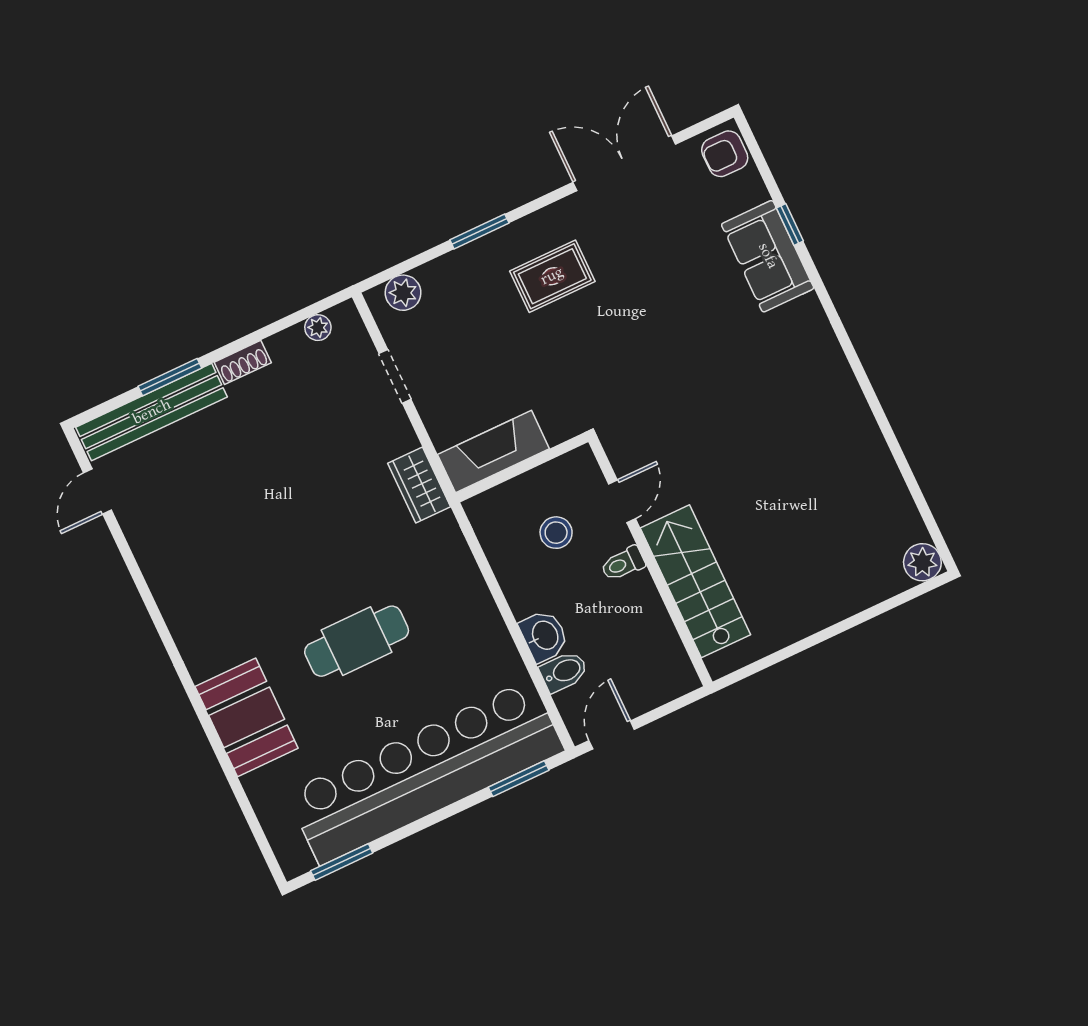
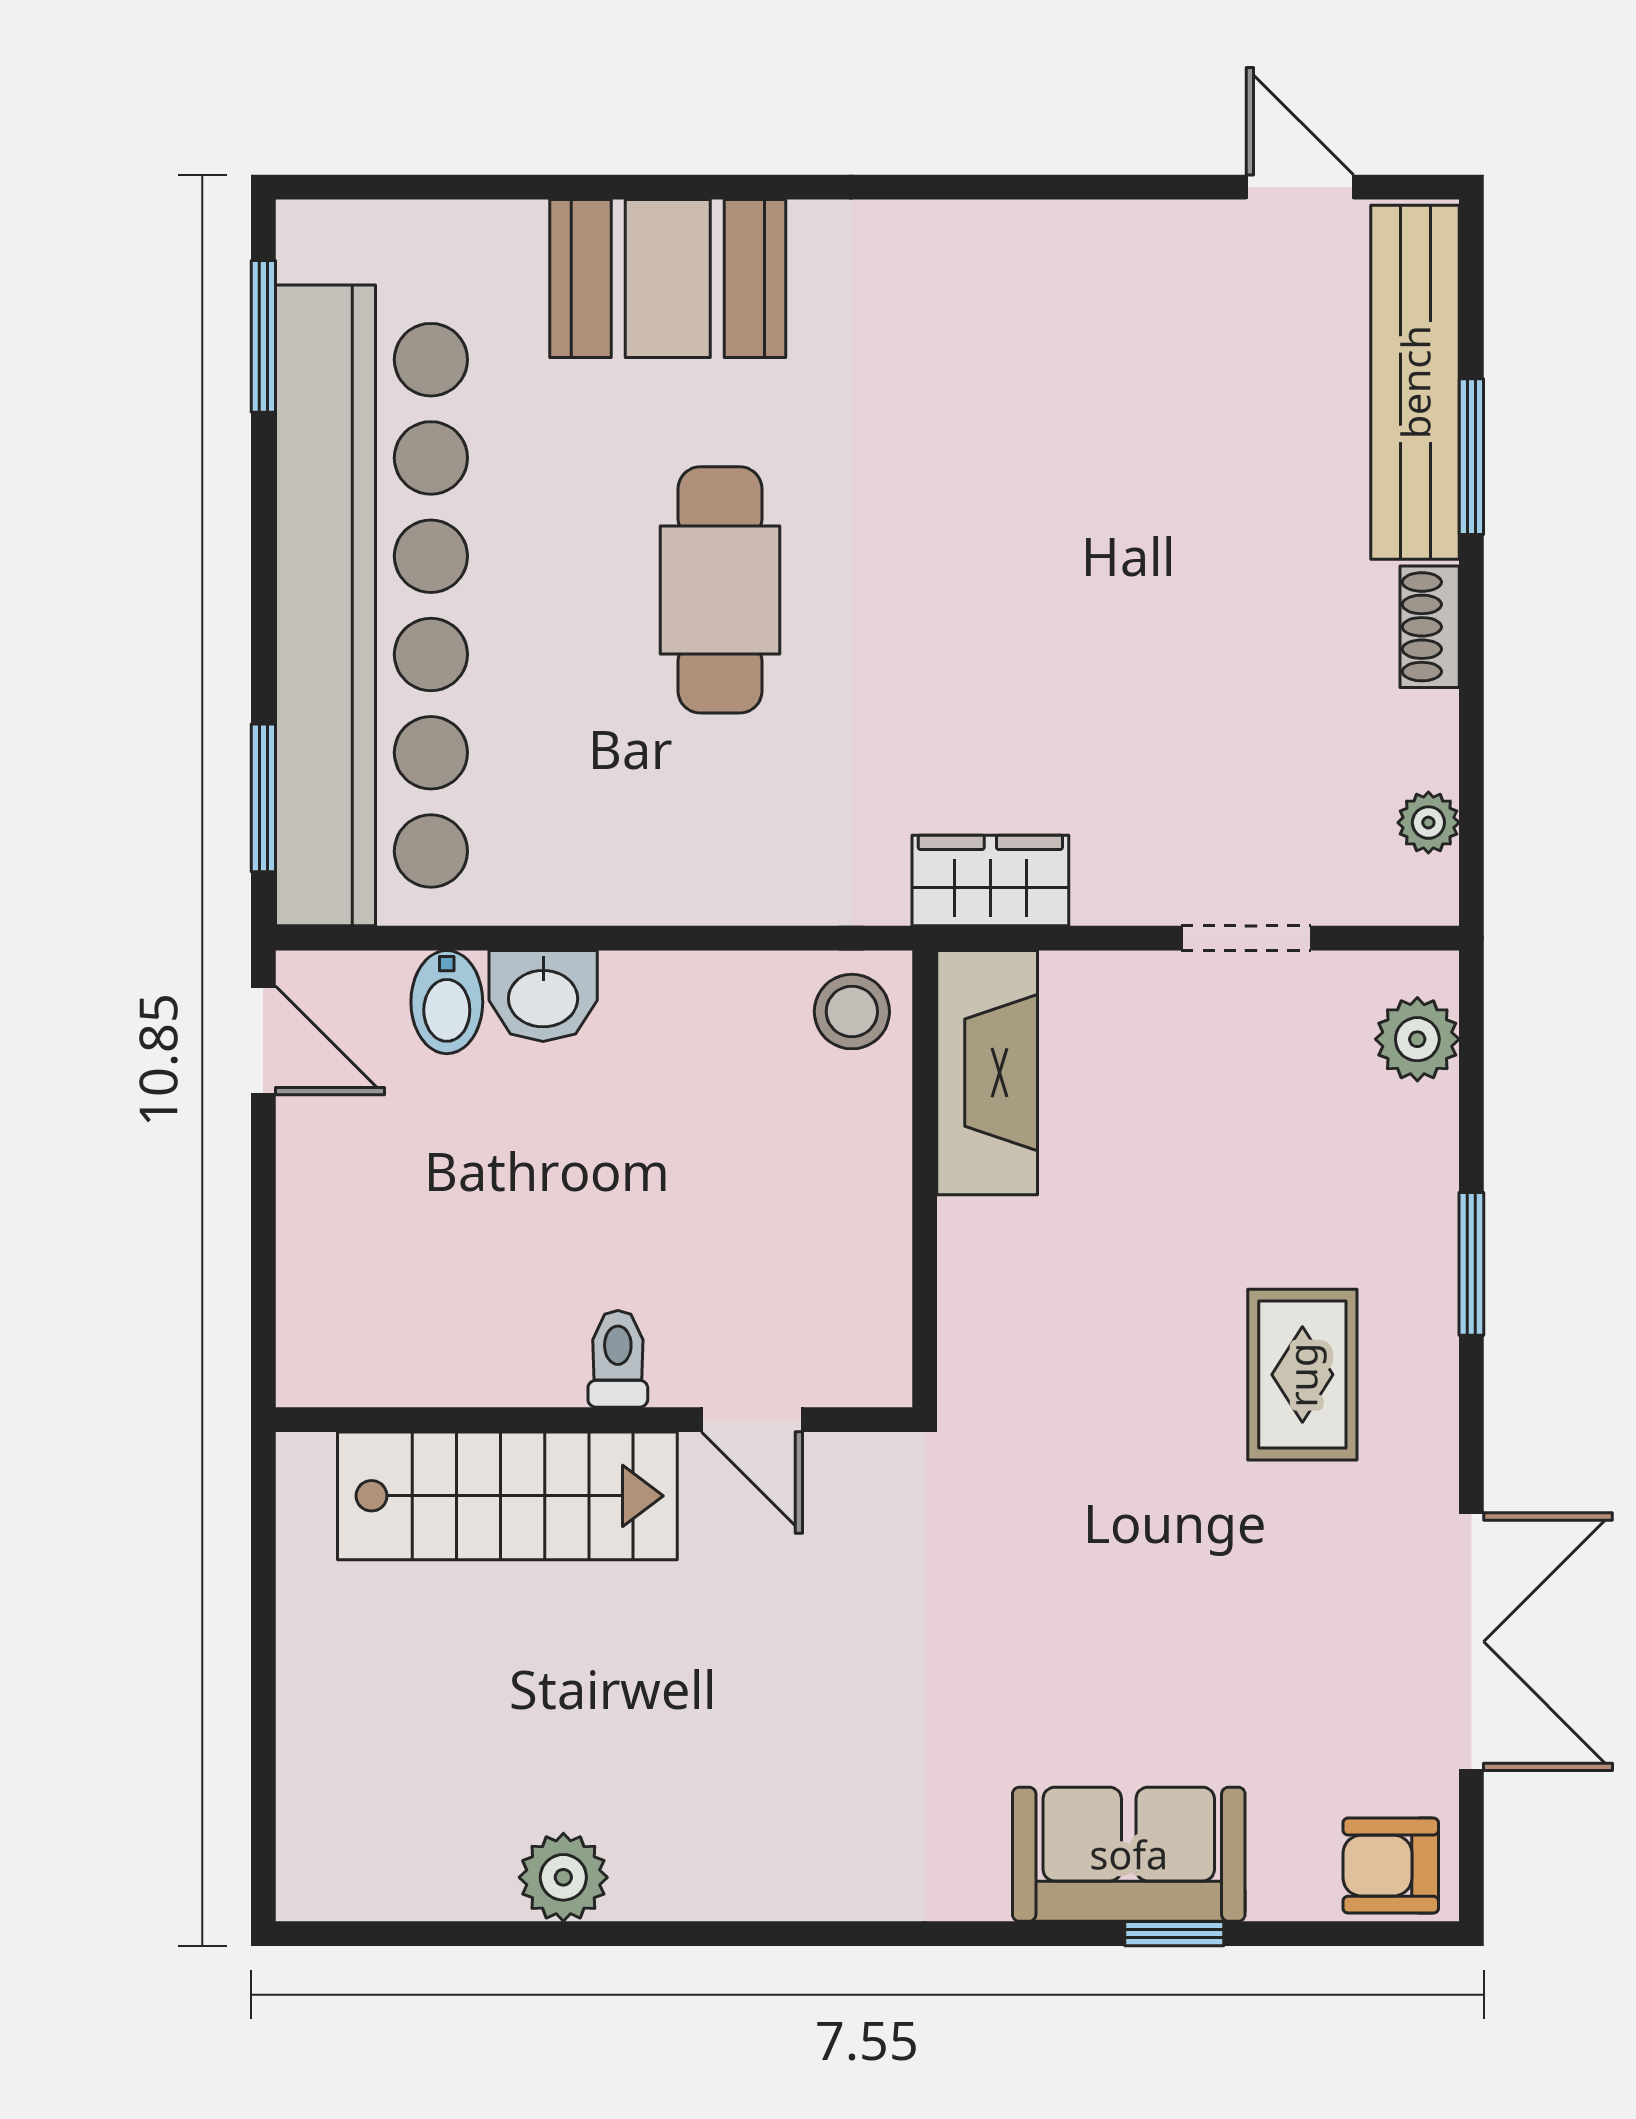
armchair: (725, 154) -> (1391, 1866), turned -90
door: (622, 501) -> (752, 1420), moved
stool: (556, 533) -> (852, 1012), moved
wall: (650, 562) -> (594, 1420), moved
plant: (922, 562) -> (563, 1877), moved
toilet: (623, 564) -> (618, 1359), moved
stairs: (695, 581) -> (507, 1496), moved

